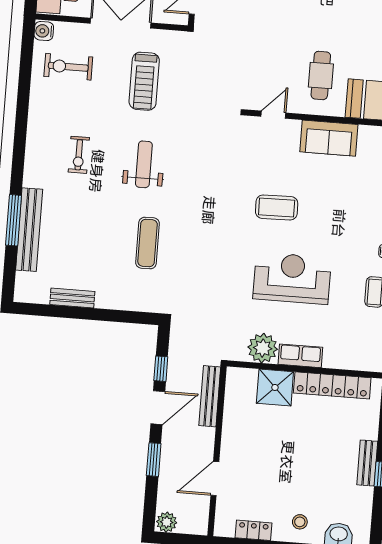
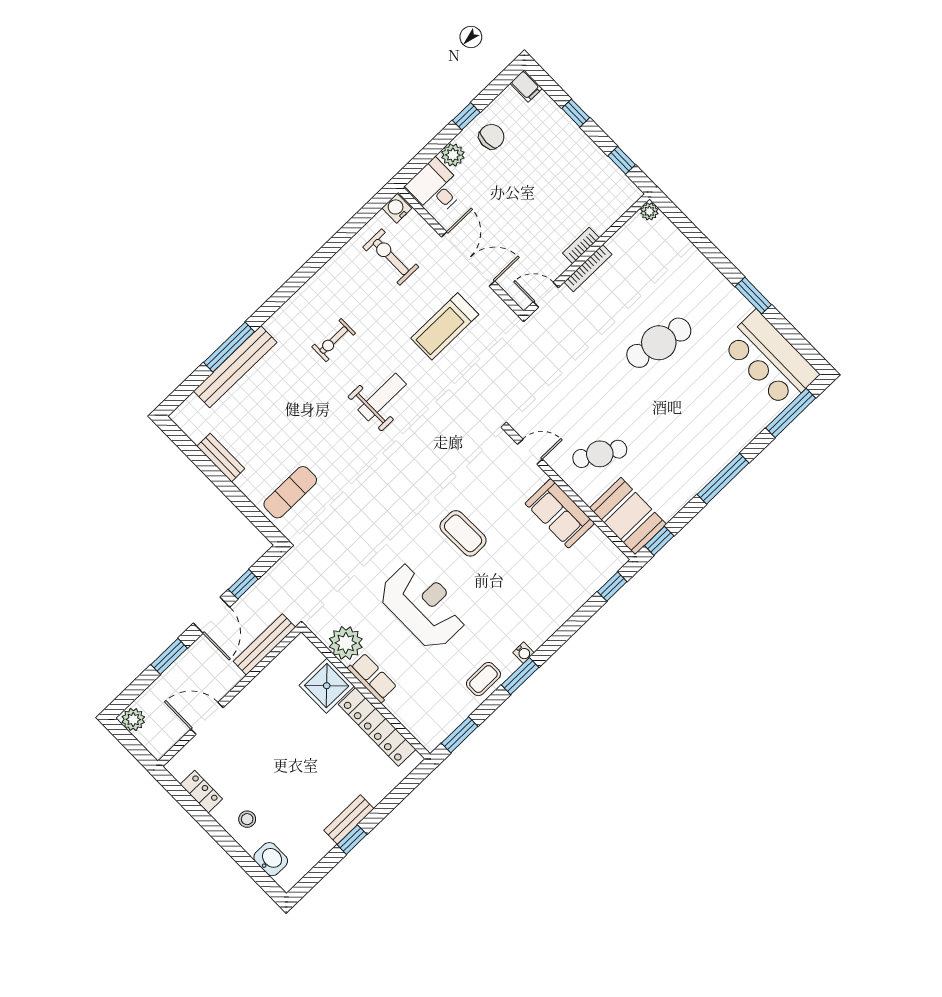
cafe table: (321, 75) -> (600, 454), turned 30
exercise mat: (148, 243) -> (290, 492), moved
door: (158, 408) -> (212, 615), hinge flipped

